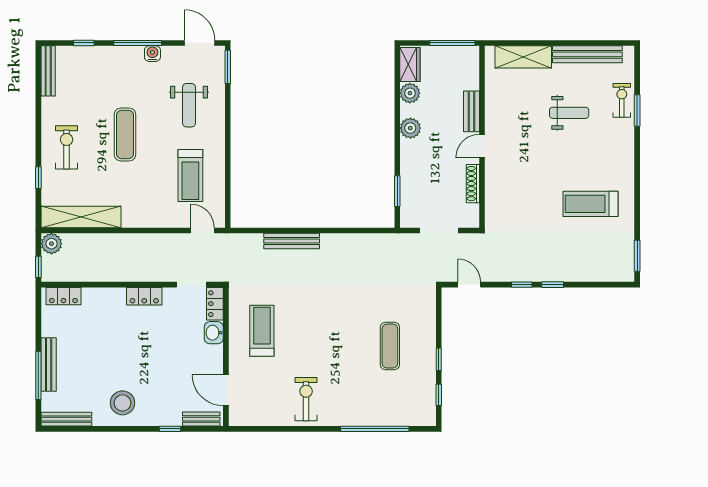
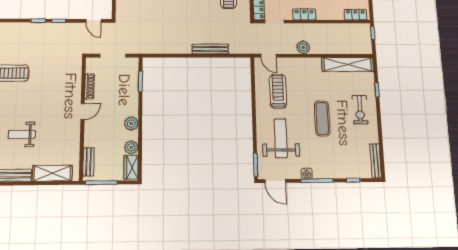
weight bench: (189, 105) -> (281, 138), width x1.36, depth x1.33
bench: (472, 111) -> (89, 162), moved
plant: (51, 244) -> (303, 47), moved

